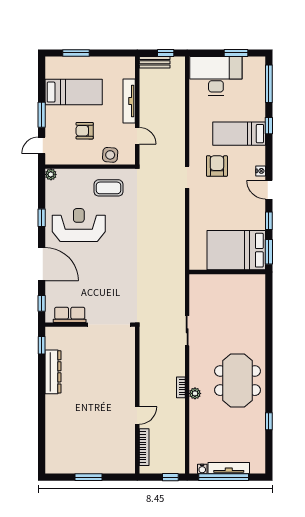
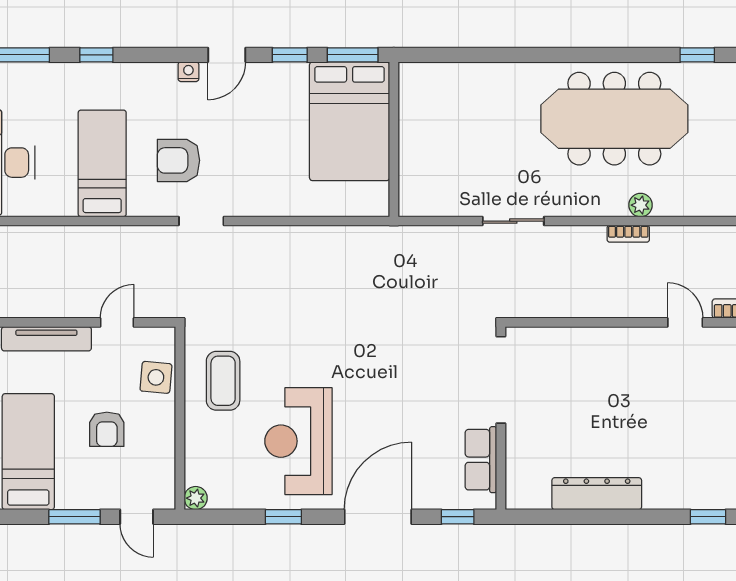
bed: (239, 134) -> (102, 163), moved, turned 180
window: (42, 345) -> (708, 517), moved
meeting table: (238, 381) -> (614, 119), width x1.36

